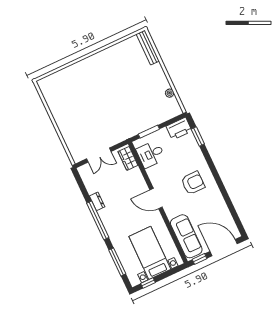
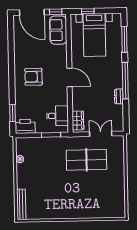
table tennis table: (102, 122) -> (86, 160), added
sofa: (186, 236) -> (58, 30), width x0.73
window: (148, 283) -> (88, 11), moved

